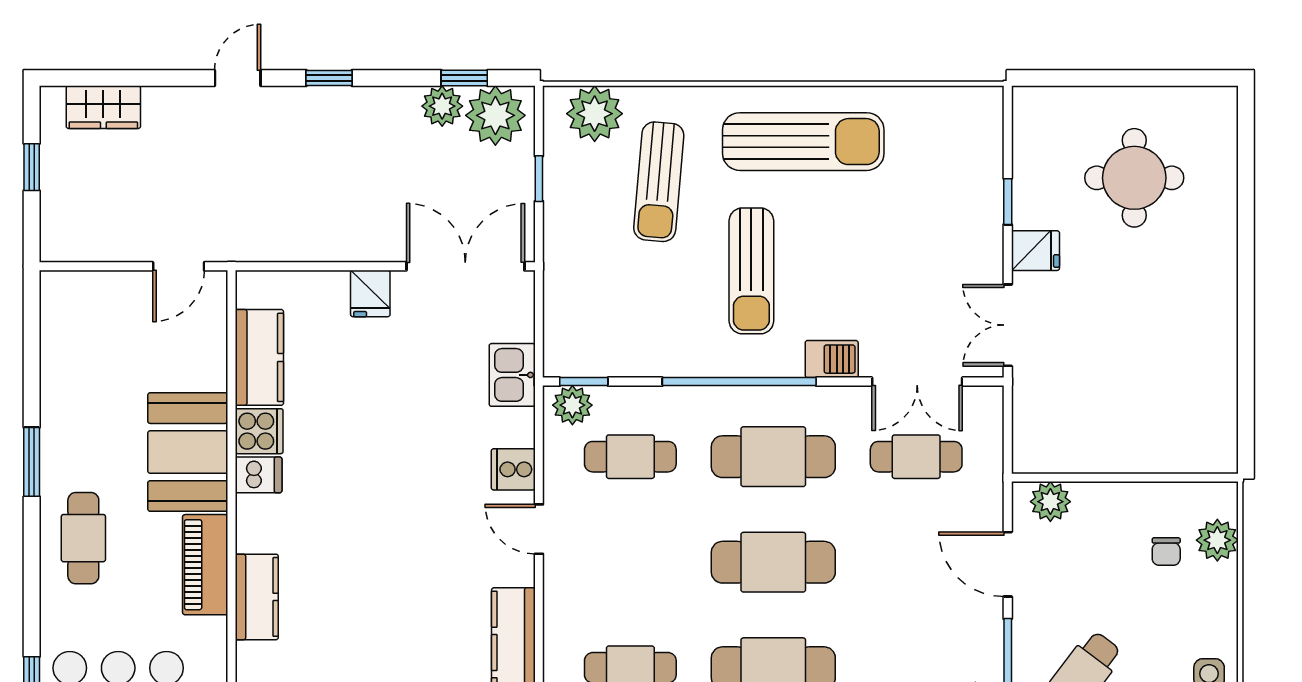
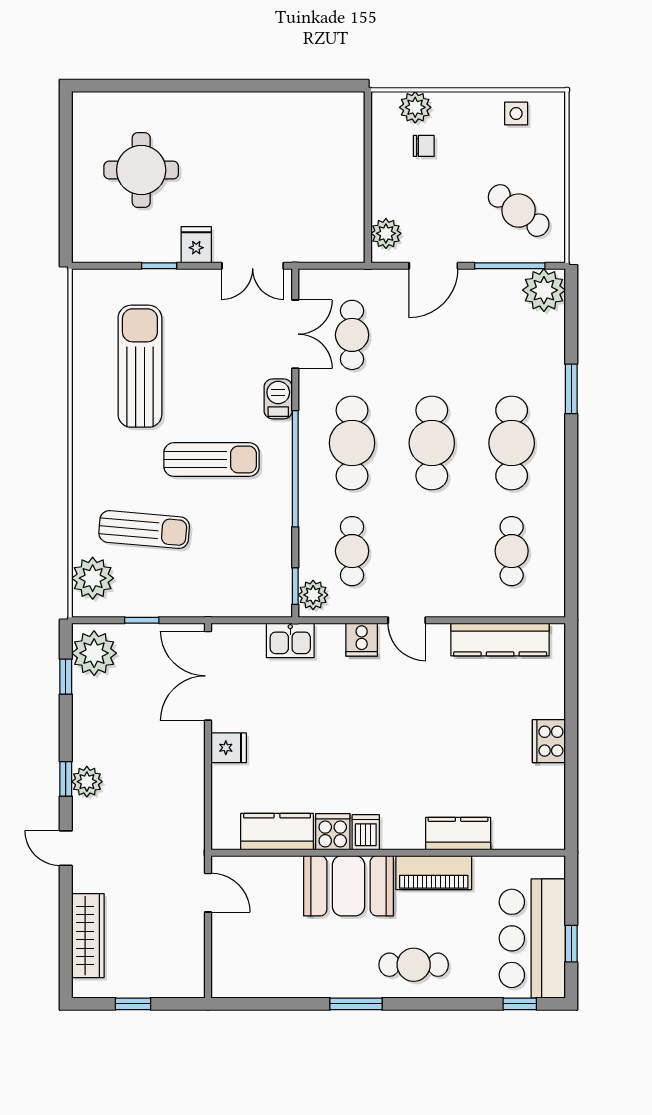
plant: (442, 106) -> (87, 782), moved
wardrobe: (103, 107) -> (88, 936), width x1.50
sun lounger: (803, 142) -> (140, 366), moved
door: (539, 529) -> (407, 620), hinge flipped

